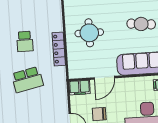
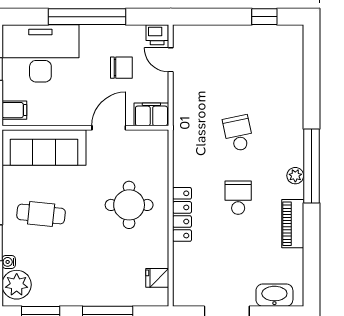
locker: (59, 49) -> (182, 214), moved
school desk: (27, 80) -> (238, 133), width x0.54

